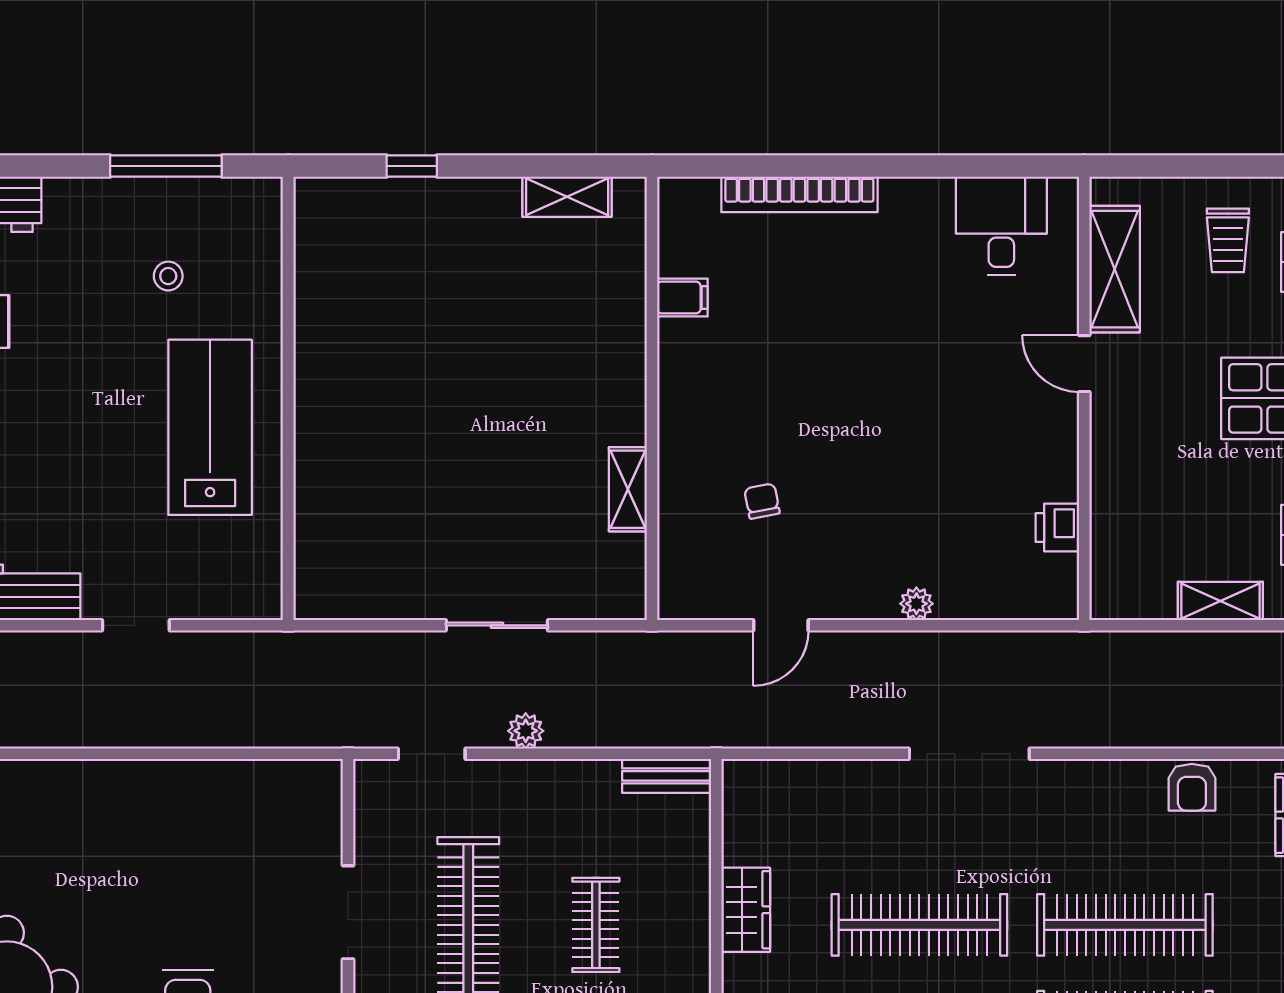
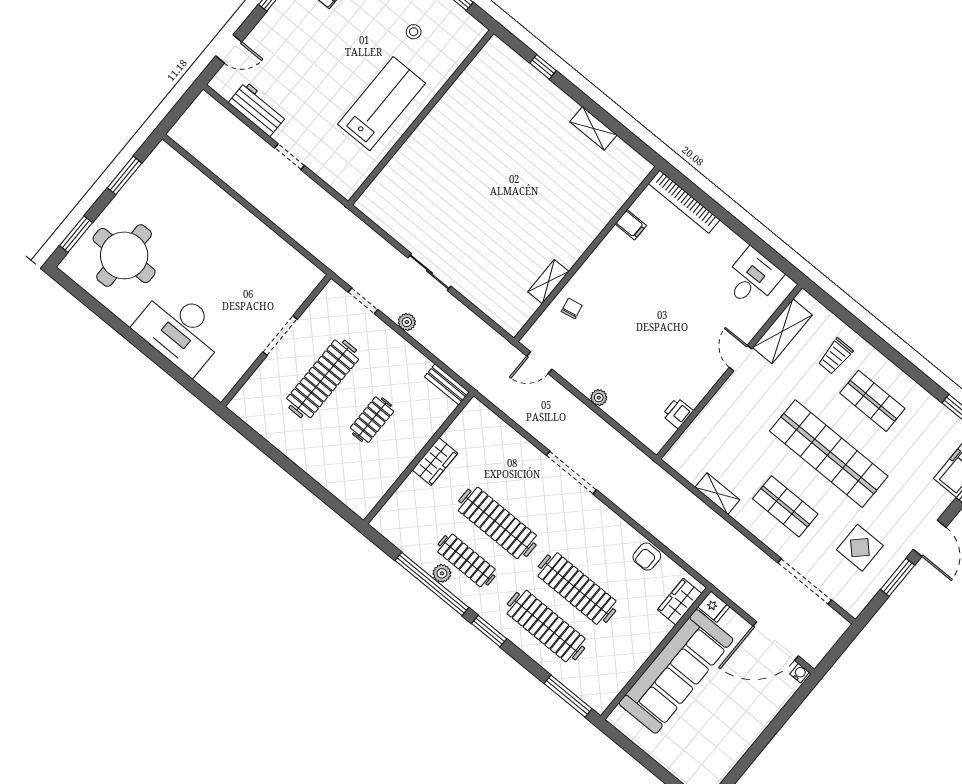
filing cabinet: (682, 298) -> (631, 225), moved
wall: (652, 398) -> (587, 254), moved
shelving: (628, 489) -> (548, 282), moved

